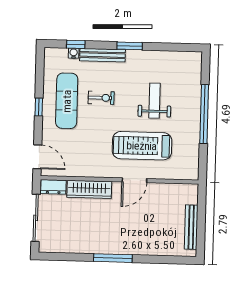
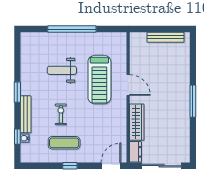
exercise mat: (67, 101) -> (64, 143), width x0.73, depth x0.69

